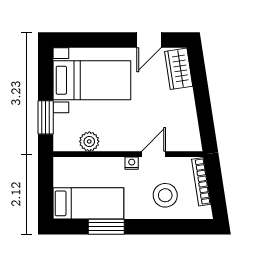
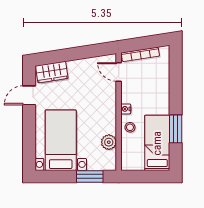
door: (149, 40) -> (29, 95), swing flipped
door: (154, 154) -> (119, 72), moved
stool: (165, 195) -> (130, 127), moved, width x0.53, depth x0.53

